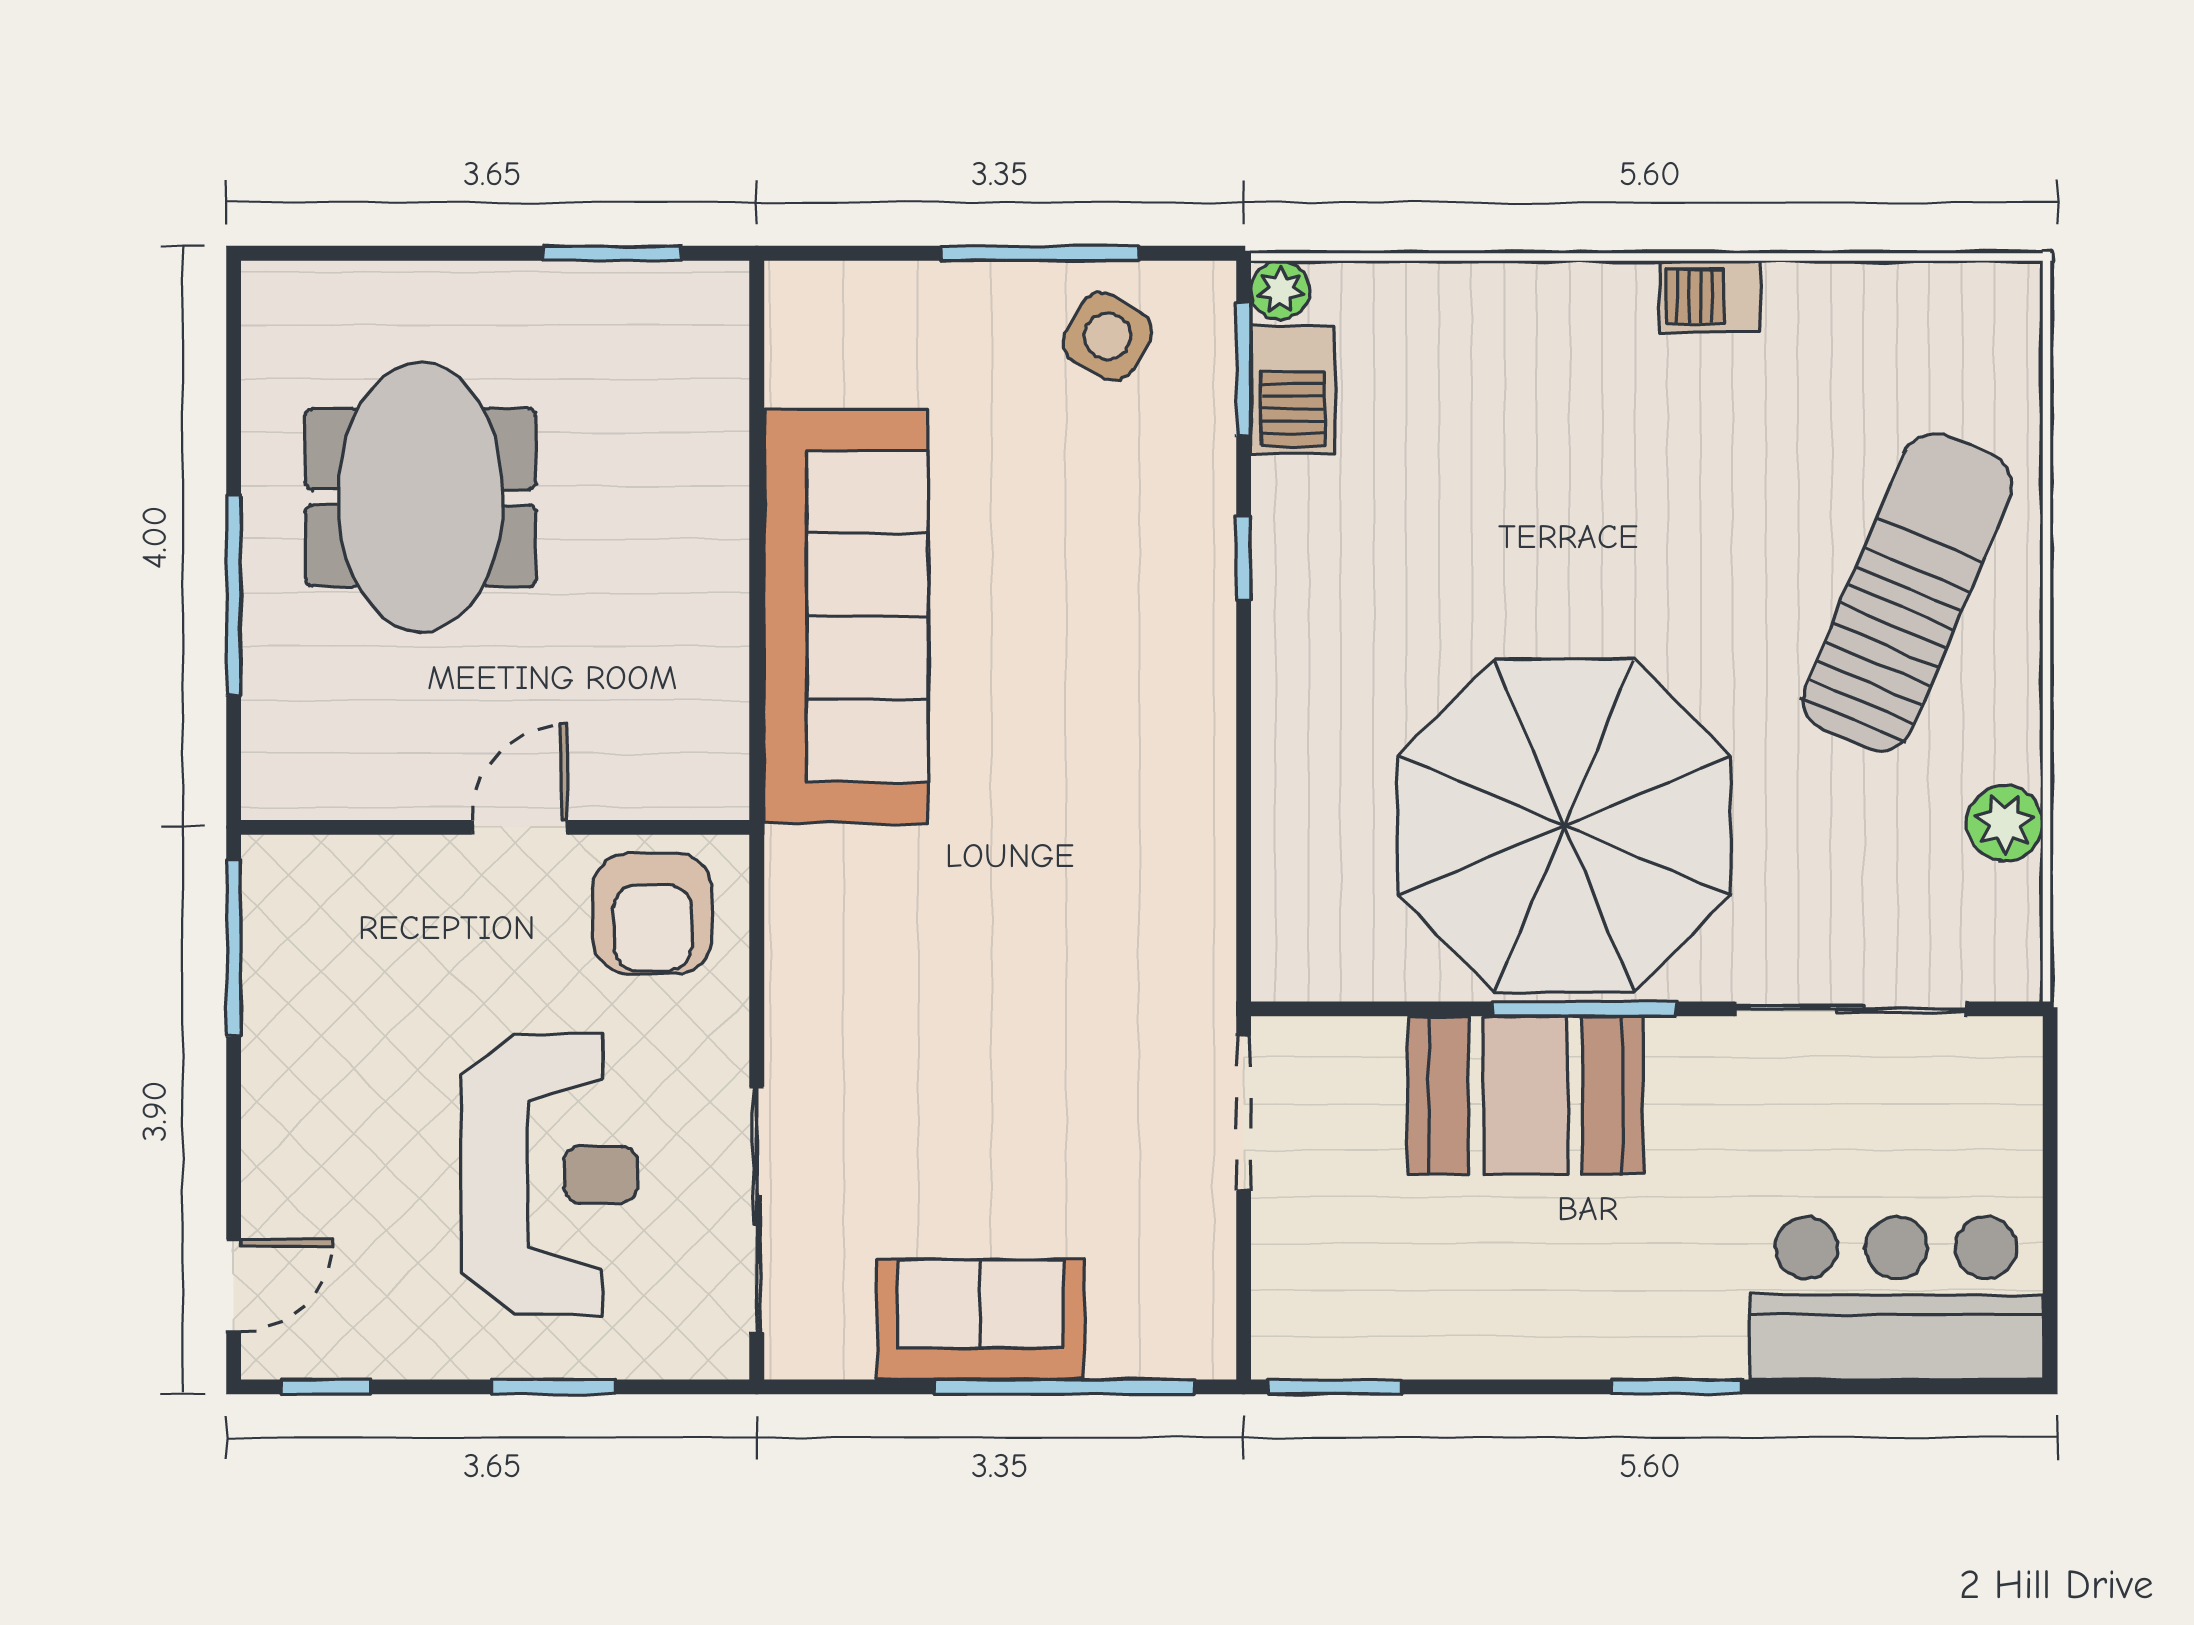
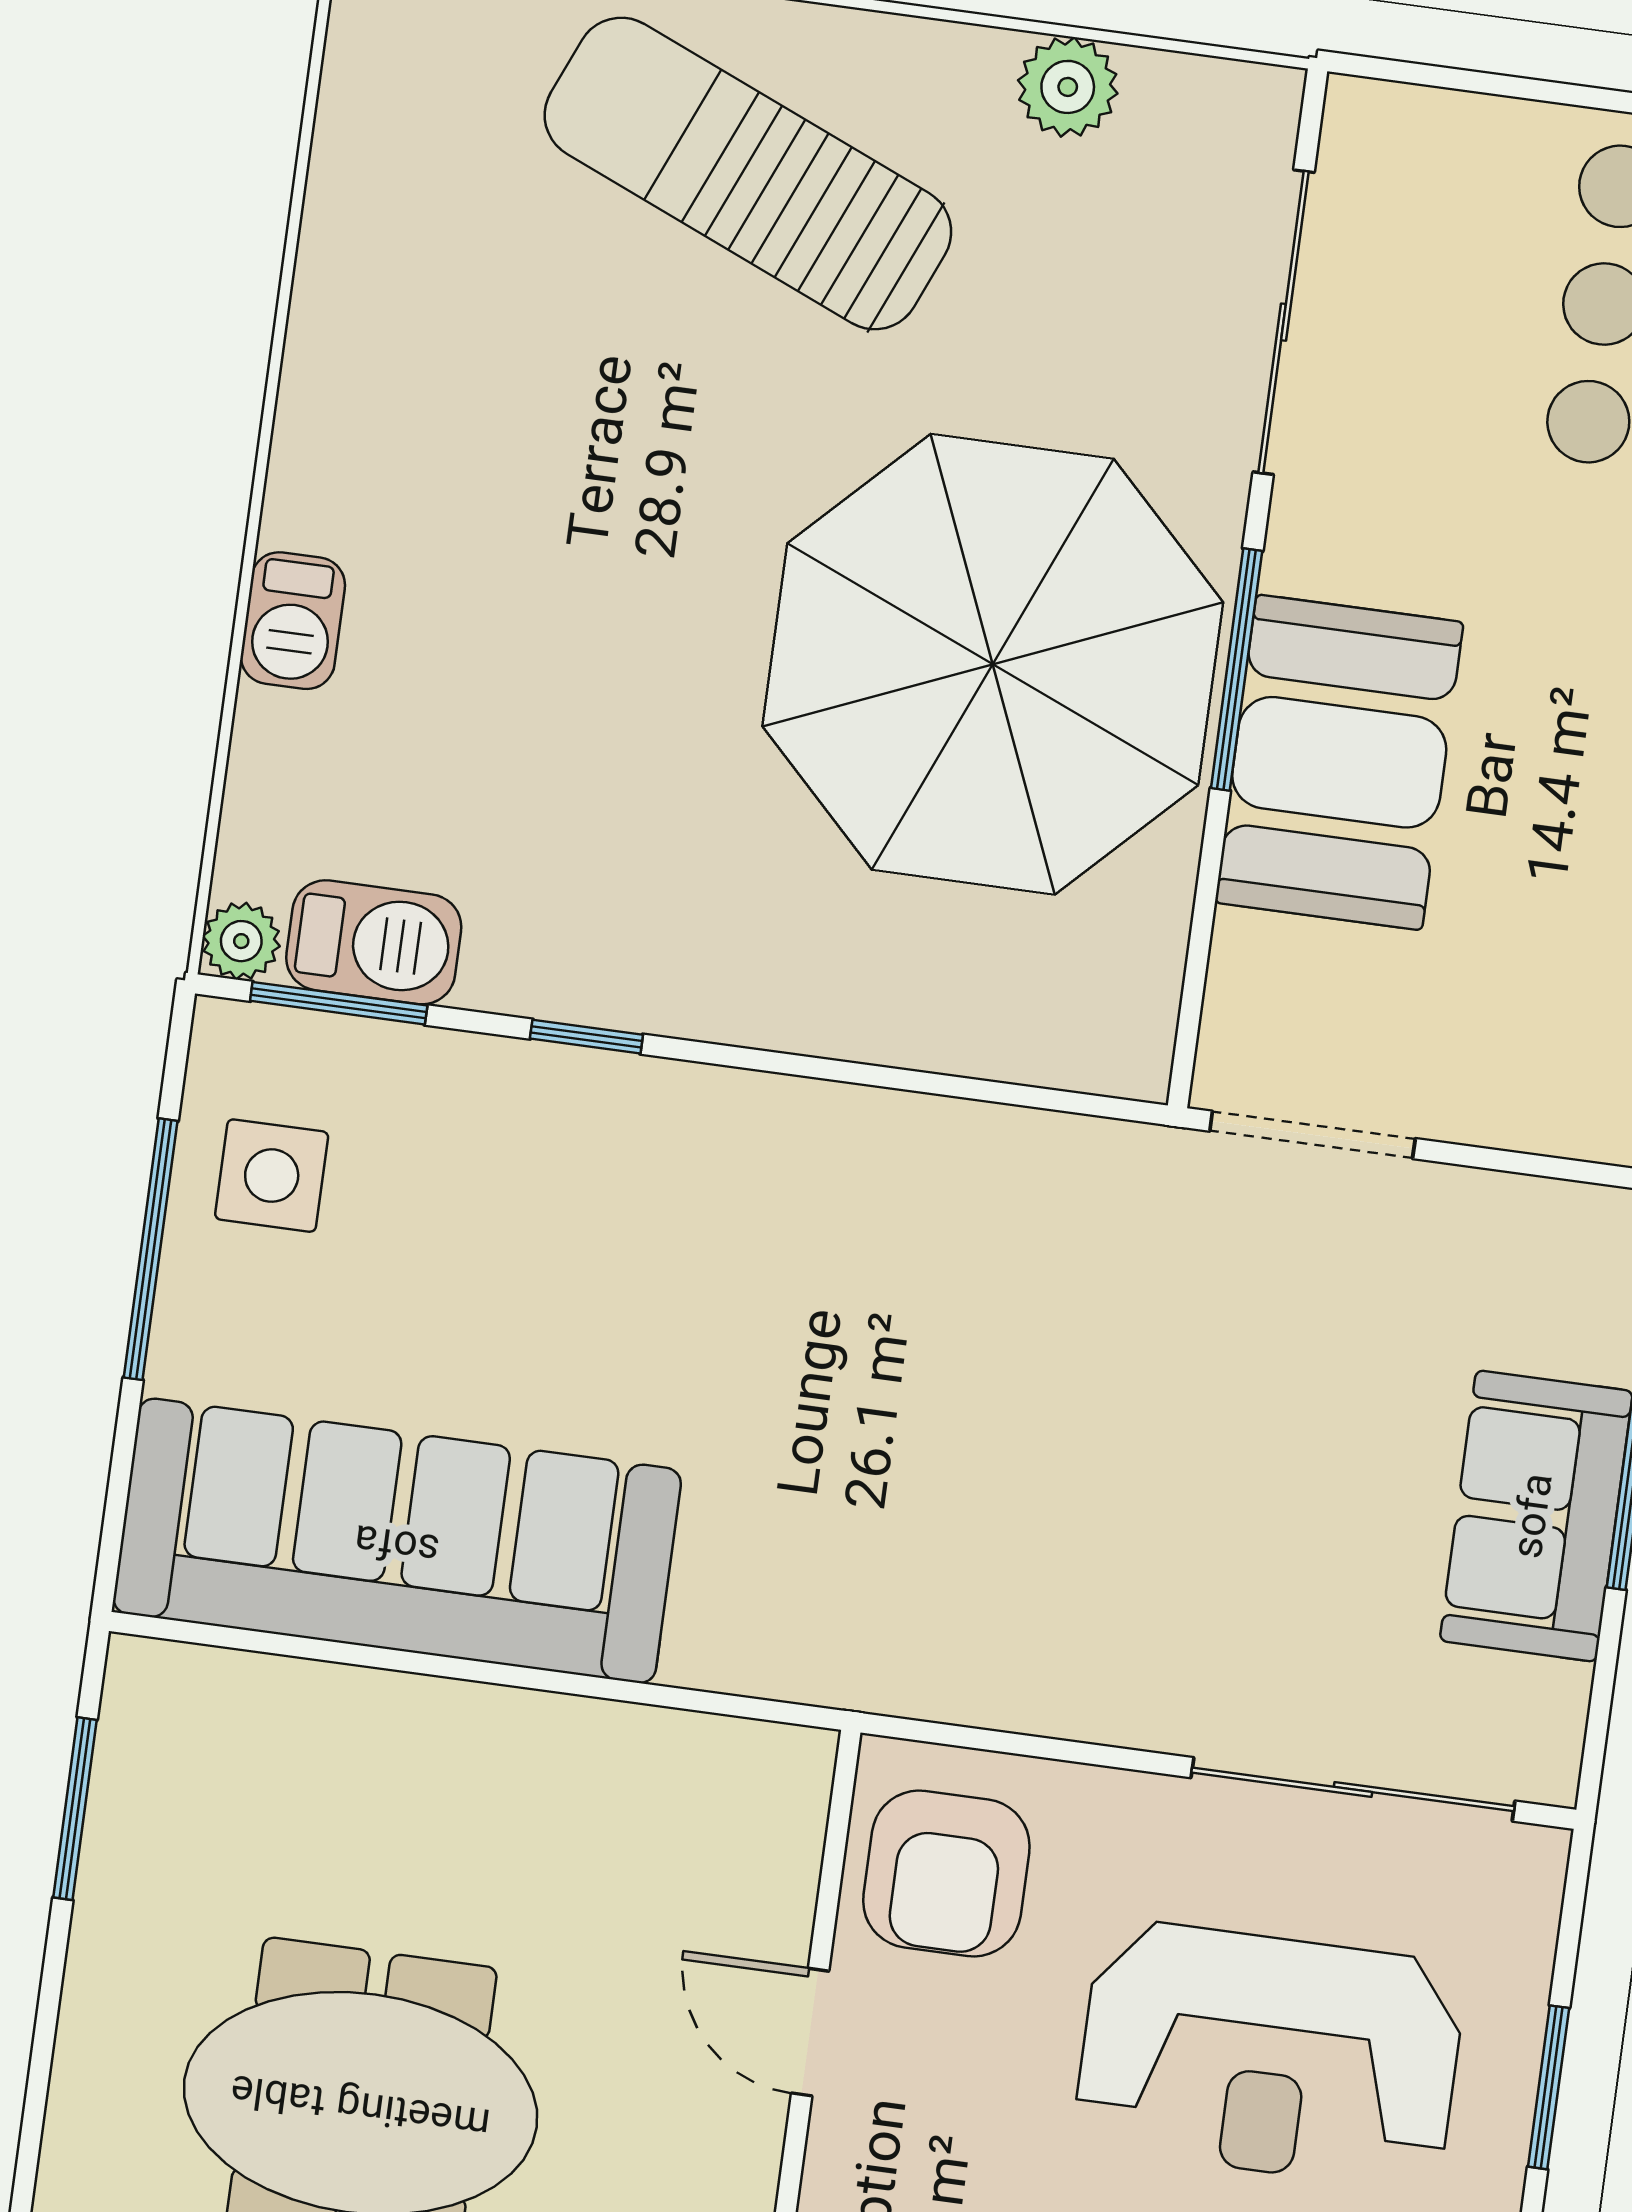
barbecue: (1710, 296) -> (293, 621), moved
side table: (1108, 337) -> (272, 1176), turned -30
sofa: (846, 616) -> (397, 1541), moved
armchair: (652, 913) -> (946, 1874), turned 90
reception desk: (549, 1174) -> (1270, 2055), turned 180

